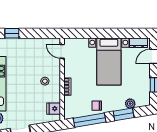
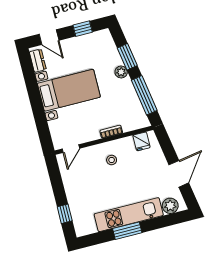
plant: (130, 104) -> (121, 72), moved
chair: (97, 106) -> (125, 91), removed

